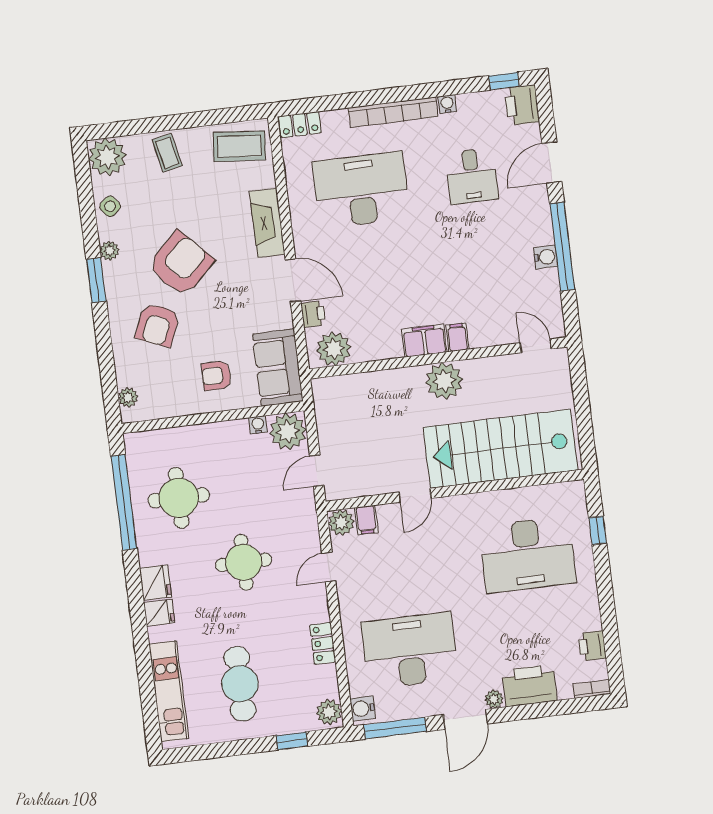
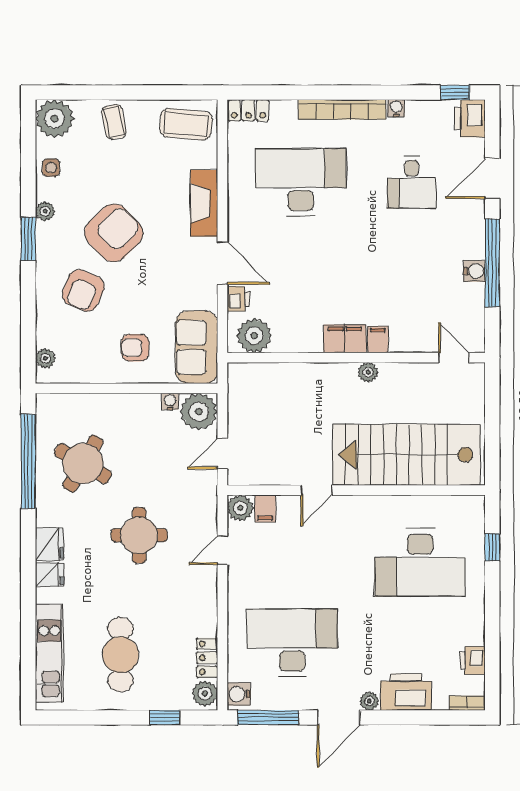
side table: (110, 206) -> (51, 168), turned 38
plant: (444, 381) -> (368, 372), width x0.53, depth x0.53
round table: (179, 498) -> (83, 464), turned 30
locker: (323, 643) -> (207, 658), moved

